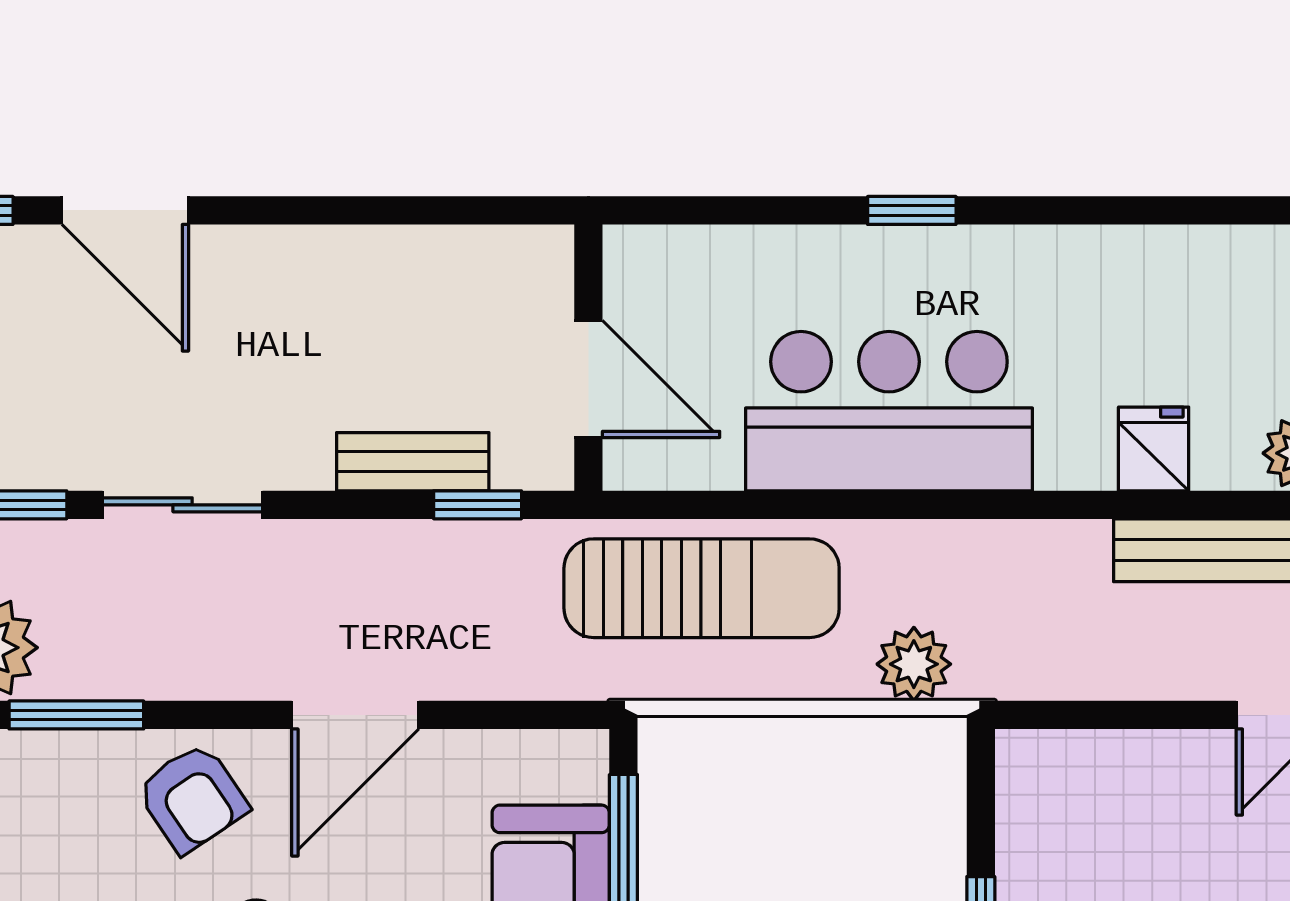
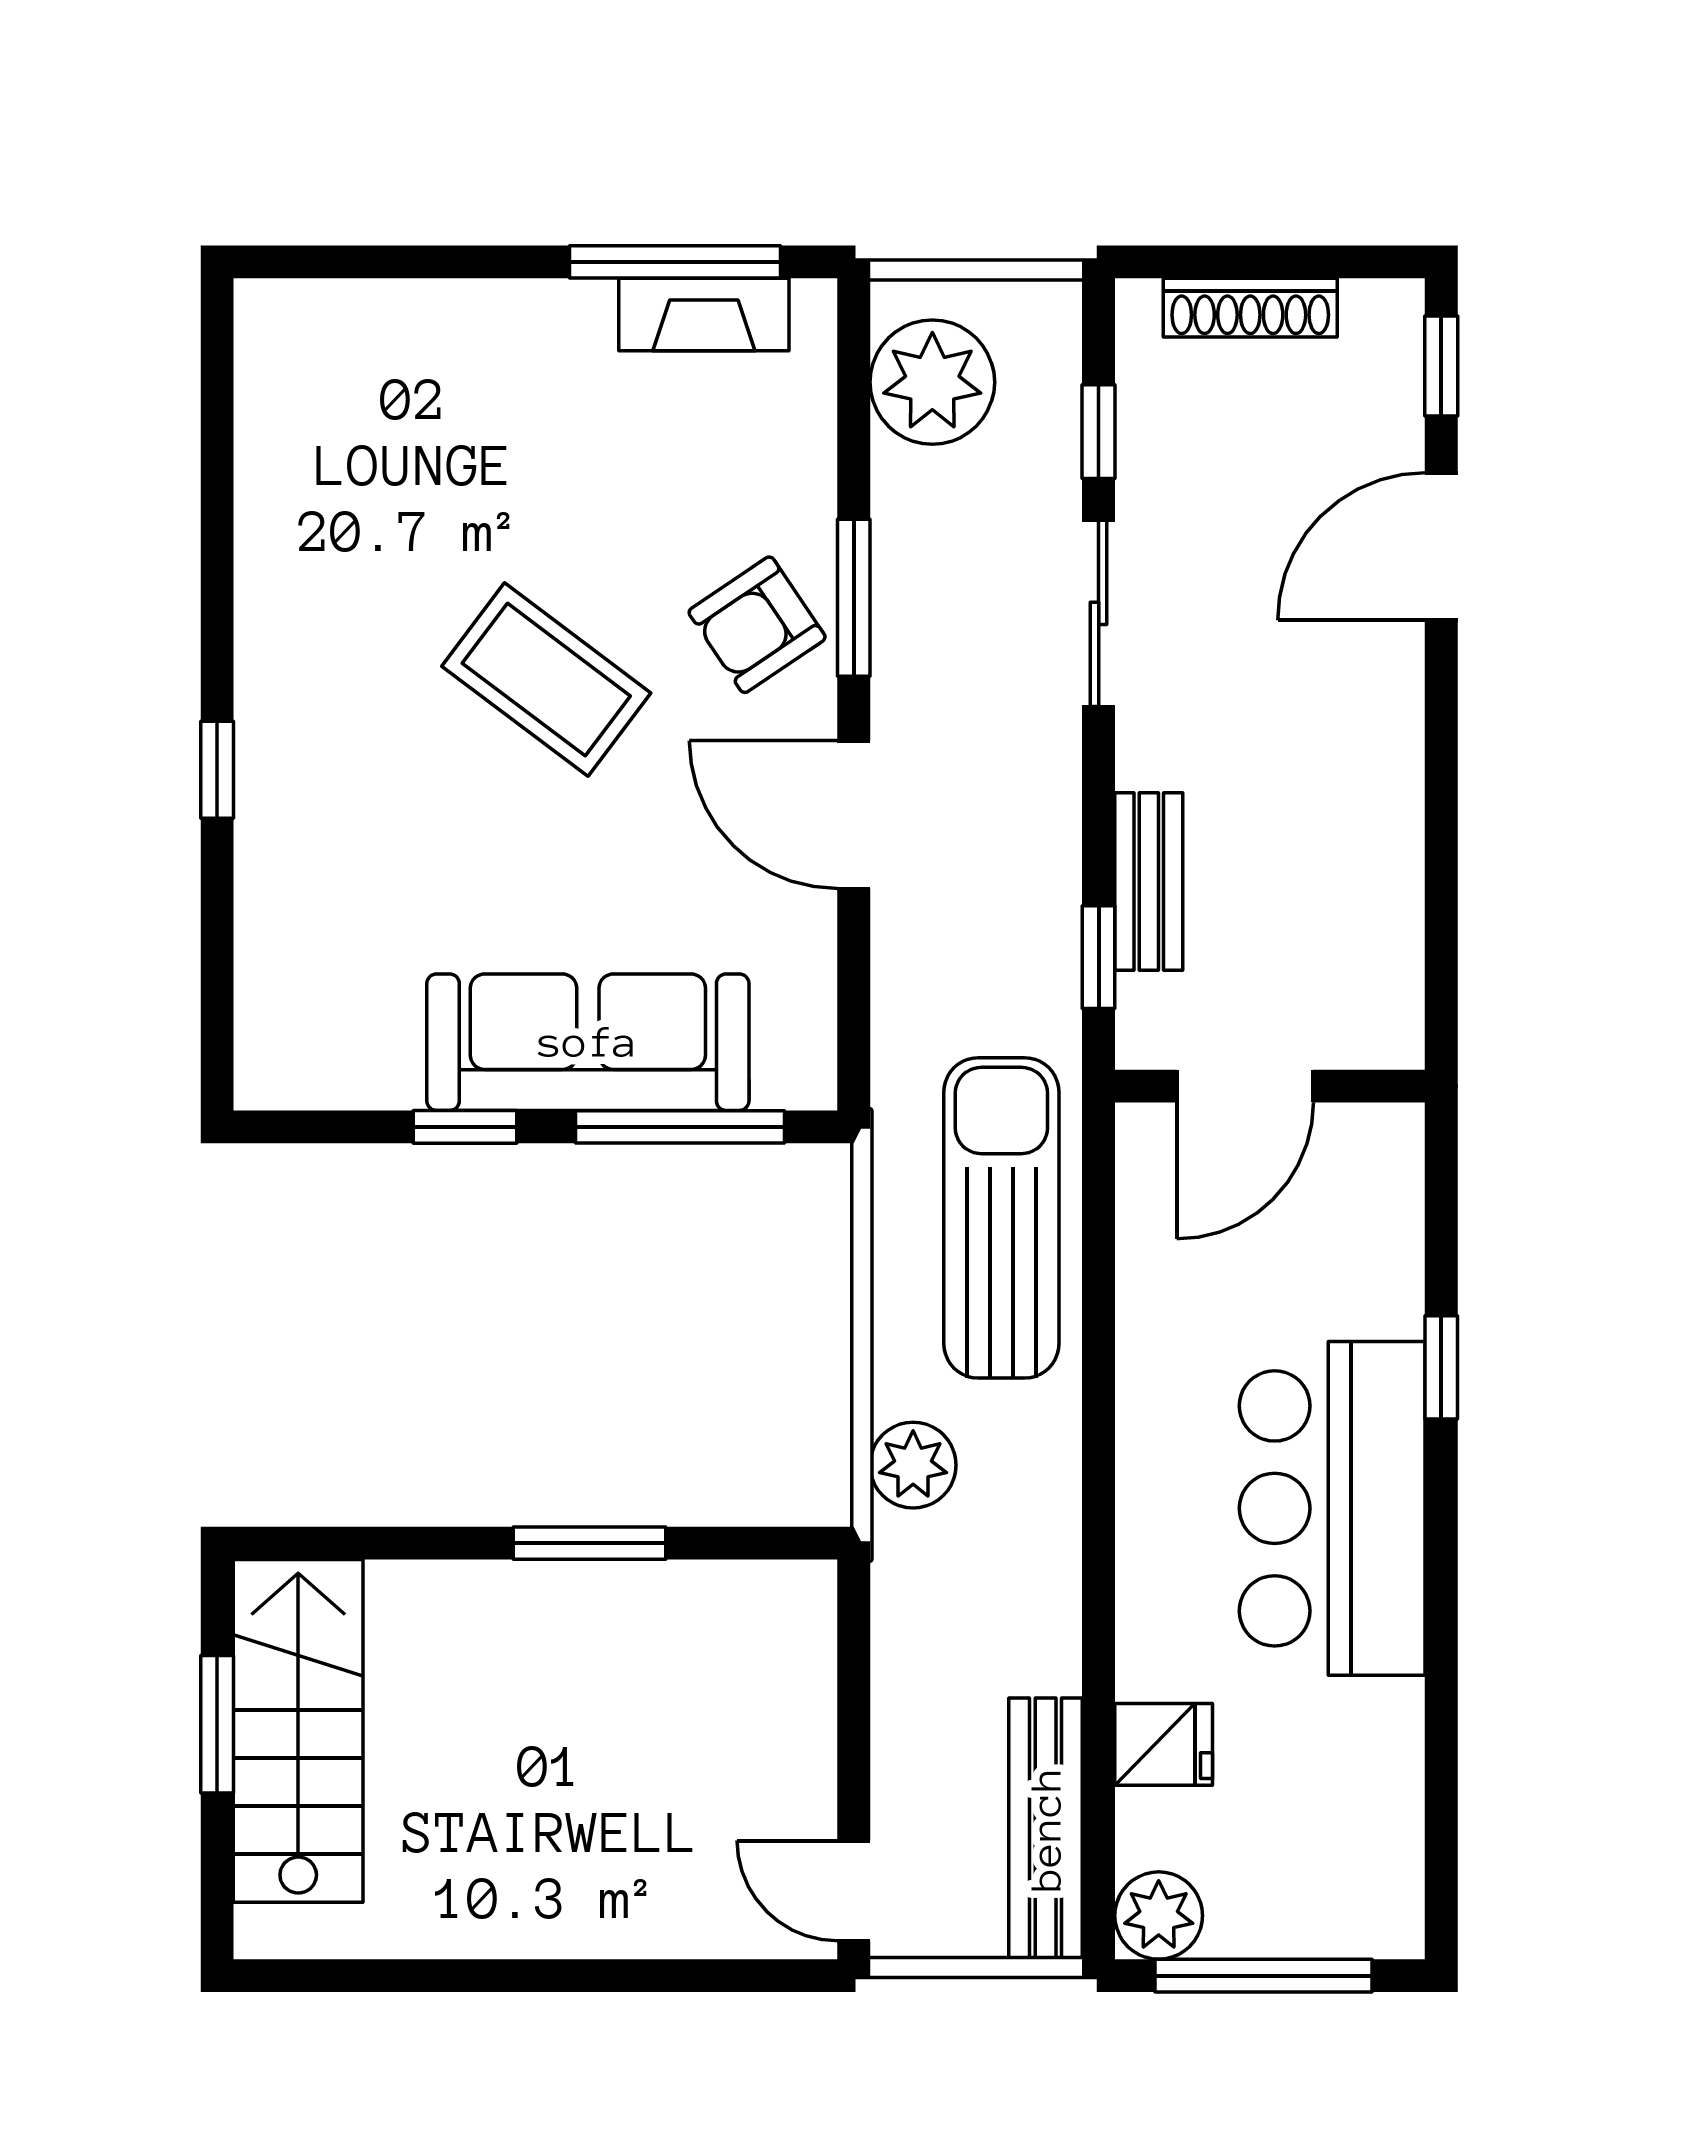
window: (912, 210) -> (1441, 1367), moved
bar counter: (889, 411) -> (1332, 1508), moved, turned 180
sun lounger: (702, 588) -> (1001, 1218), turned 180
window: (76, 715) -> (854, 598), moved

